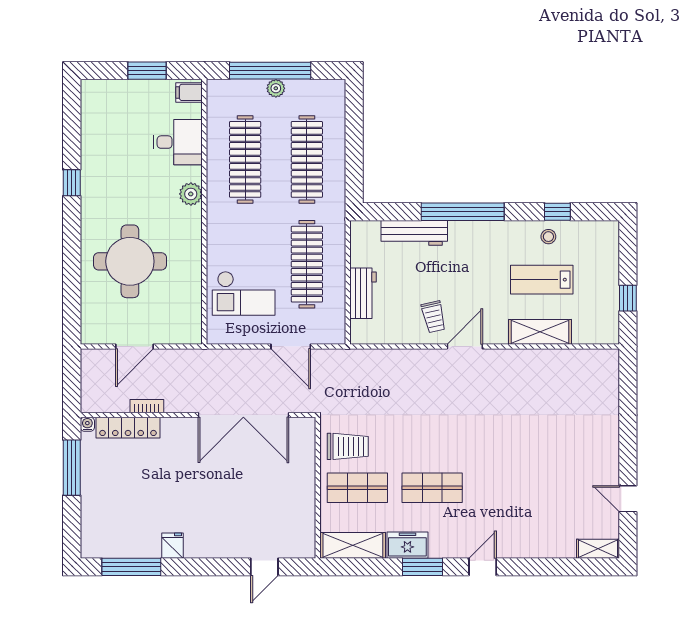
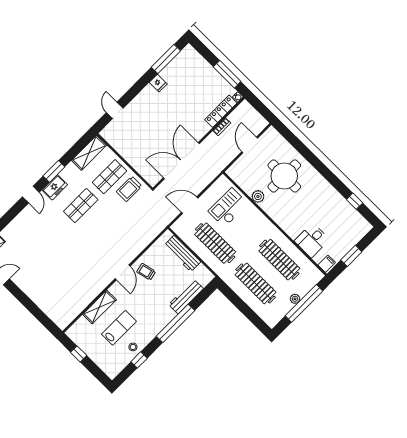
window: (72, 183) -> (355, 201), moved
plant: (191, 194) -> (258, 196), moved
workbench: (363, 293) -> (182, 254), width x1.38
freezer: (407, 545) -> (55, 187), moved

